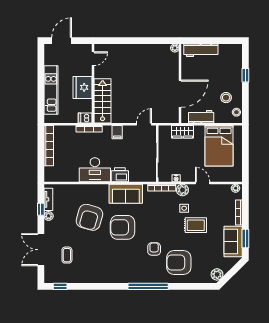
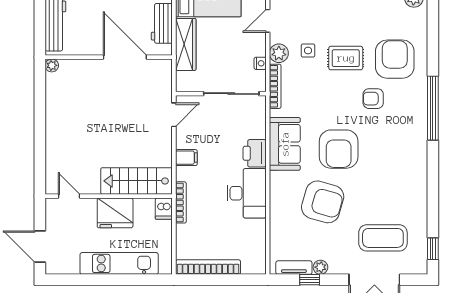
door: (144, 124) -> (174, 115), swing flipped
wardrobe: (183, 132) -> (186, 44), width x1.50
rug: (196, 225) -> (346, 58), moved, turned 90
coffee table: (67, 255) -> (383, 238), width x1.86, depth x1.72
armchair: (179, 262) -> (395, 59), turned 180

